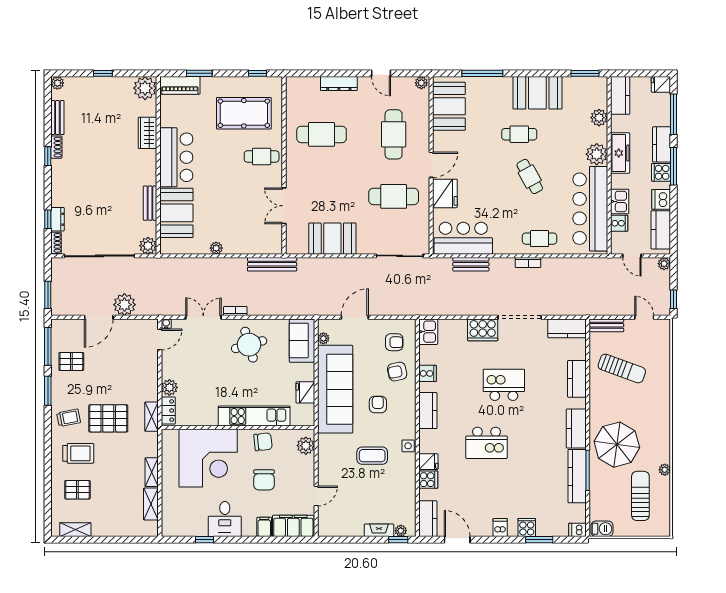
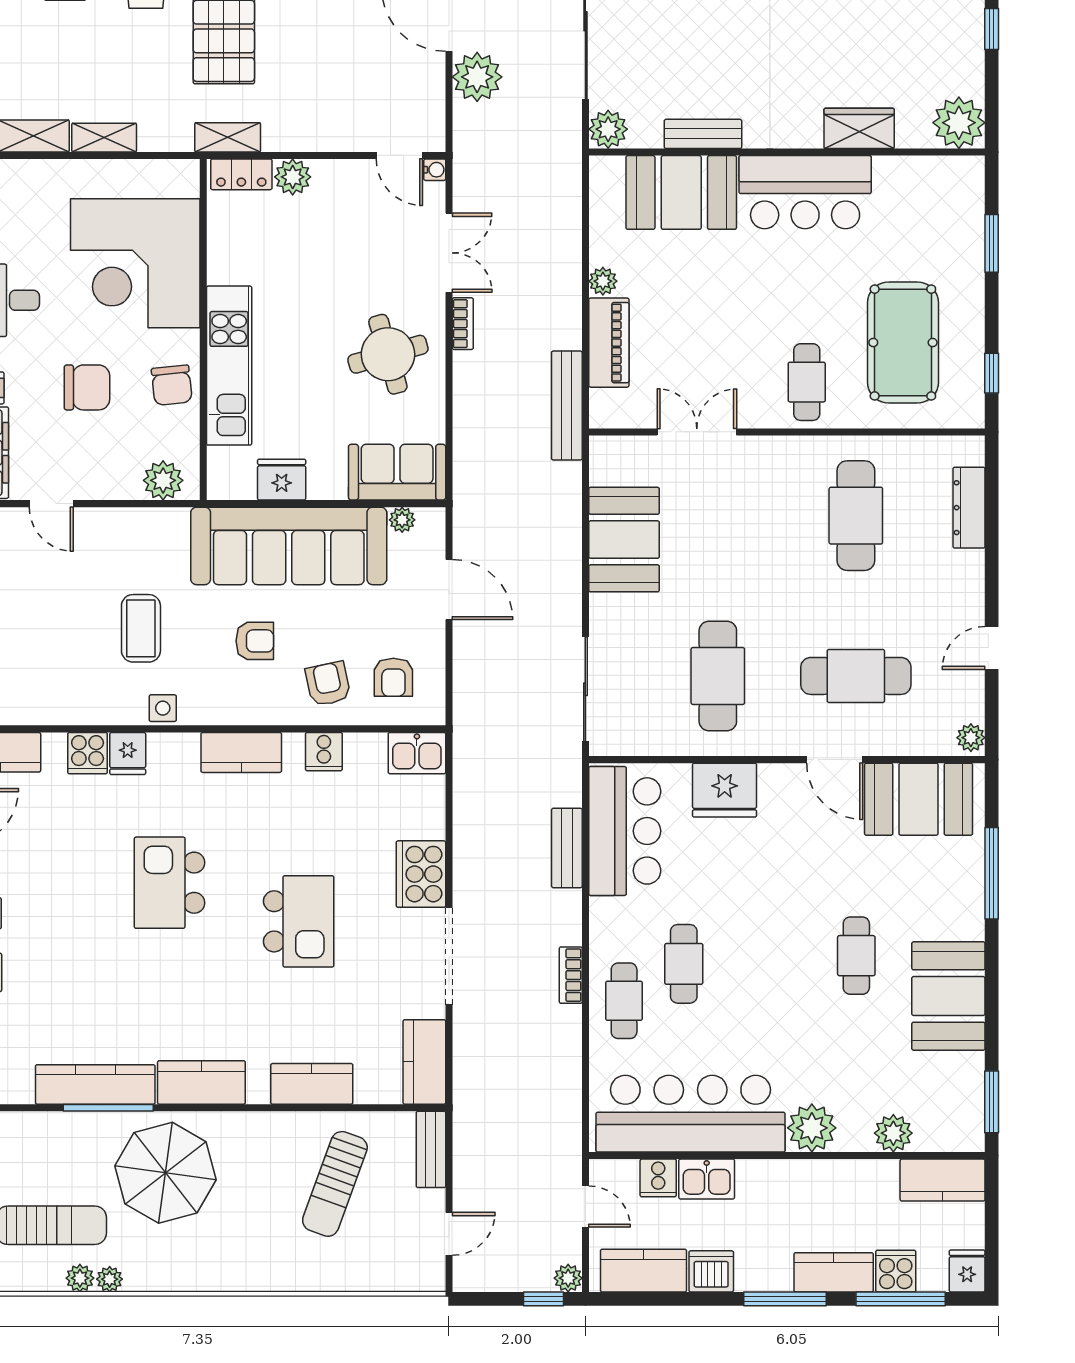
dresser: (339, 84) -> (969, 508), moved
piano: (180, 85) -> (609, 343), moved, turned 180
freezer: (620, 153) -> (814, 1180), removed
door: (431, 165) -> (835, 760), moved
cooker: (661, 172) -> (896, 1271), moved
cafe table: (530, 177) -> (684, 964), moved, turned -61
door: (632, 256) -> (585, 1207), swing flipped
window: (673, 299) -> (544, 1299), moved
chair: (264, 480) -> (87, 387), turned 180
plant: (664, 483) -> (80, 1278), added

